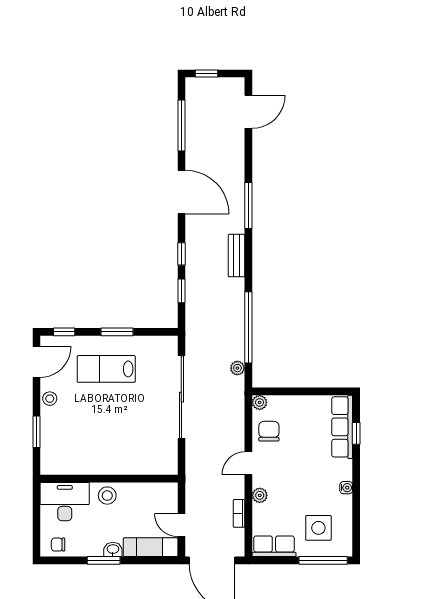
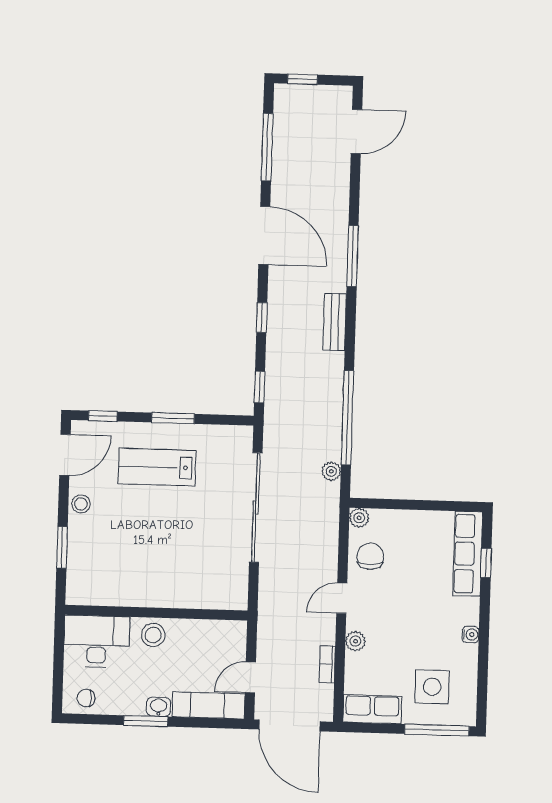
window: (181, 291) -> (260, 387), moved
door: (181, 525) -> (250, 677), hinge flipped

